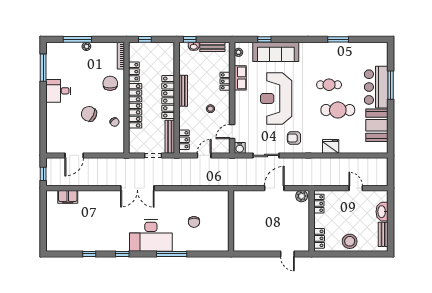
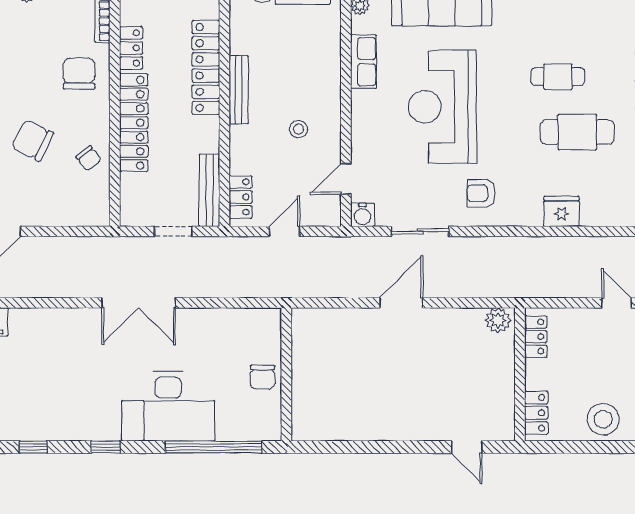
locker: (225, 81) -> (330, 69), removed
locker: (168, 97) -> (206, 67), moved
door: (274, 188) -> (401, 303), moved
wall: (231, 221) -> (286, 374), moved
window: (172, 254) -> (213, 447), width x1.46

